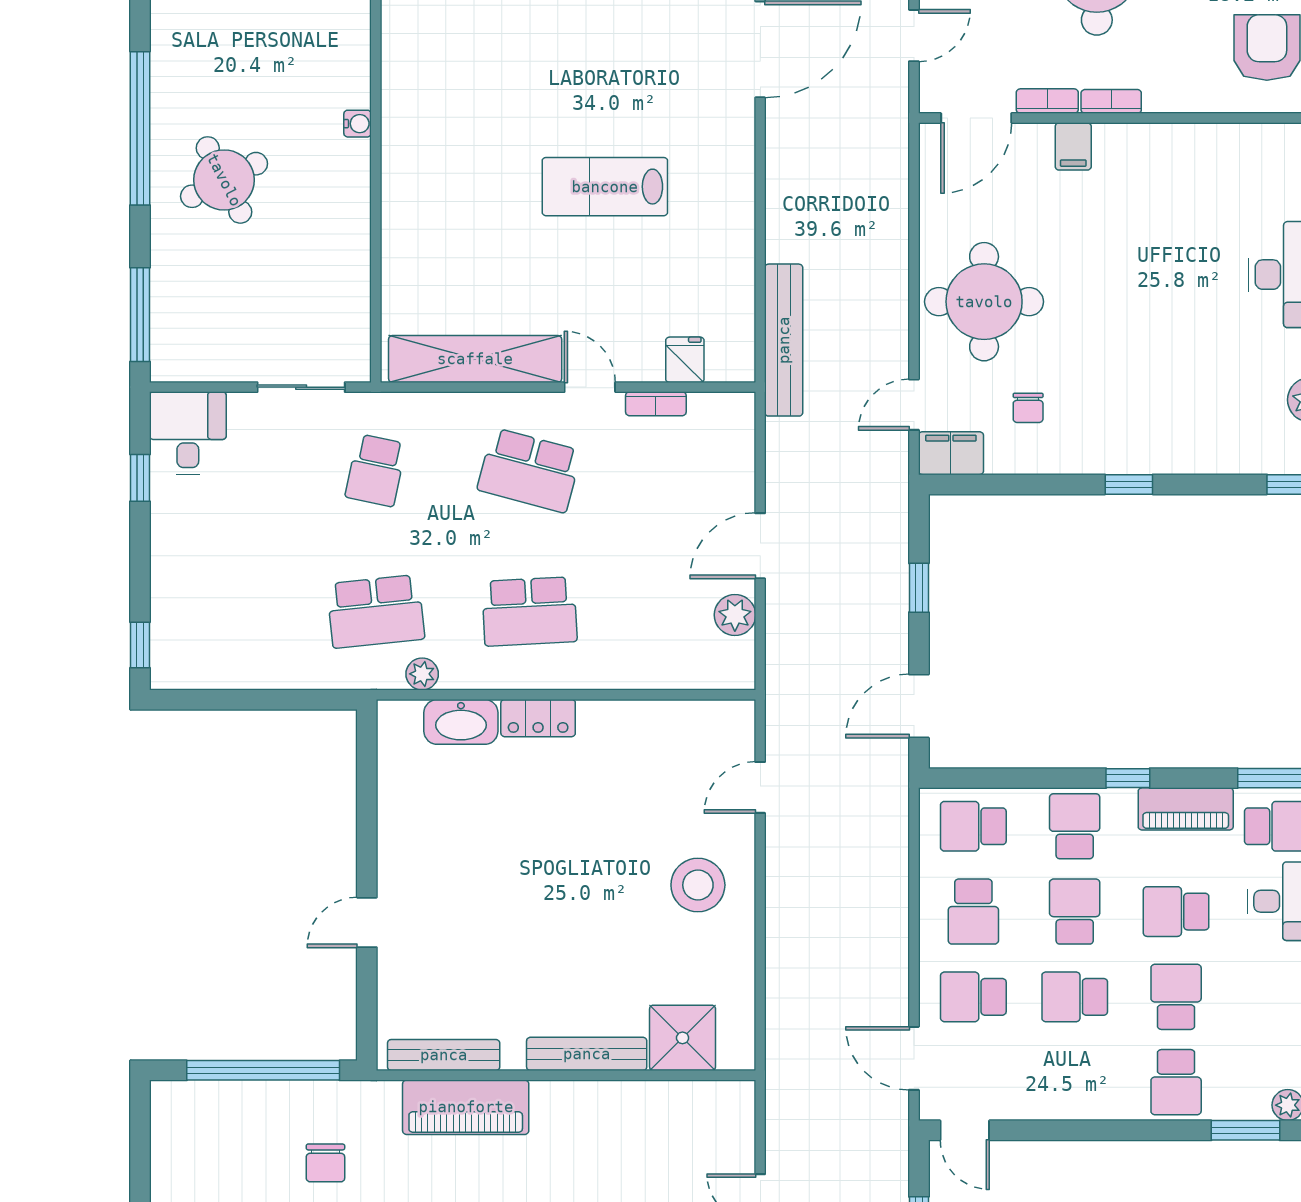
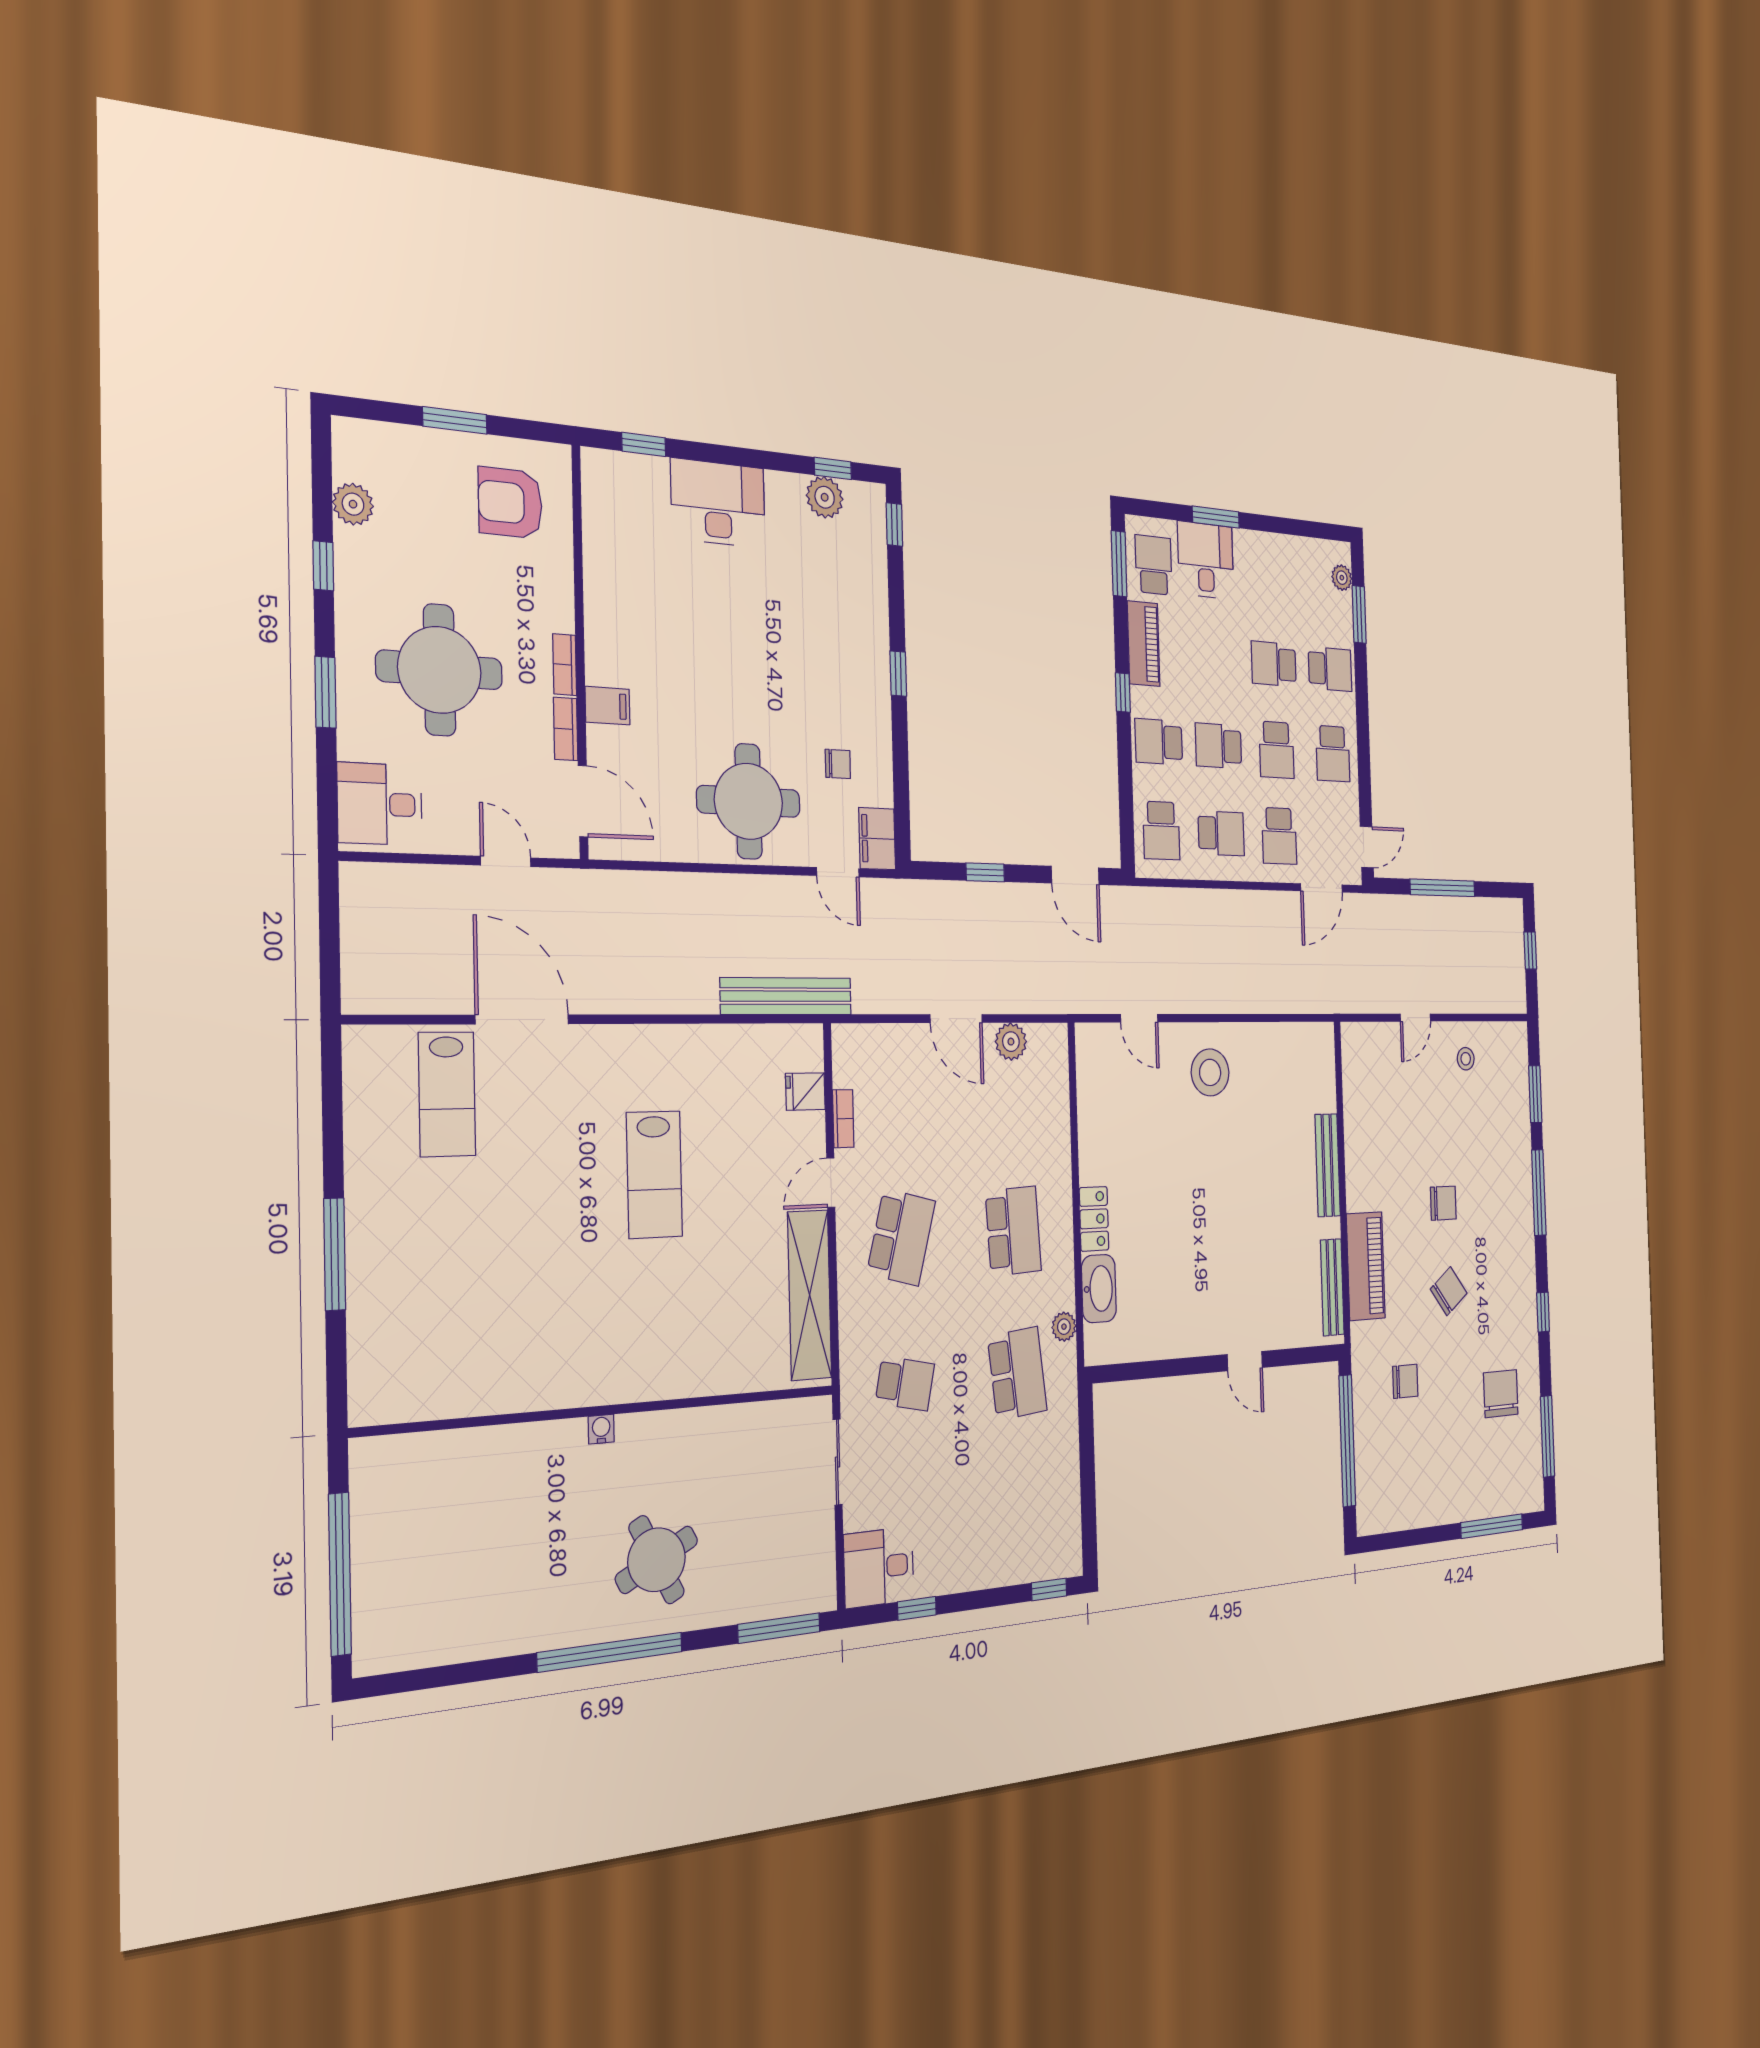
school desk: (1176, 912) -> (1333, 754), moved
shower: (683, 1038) -> (1314, 1084), removed

